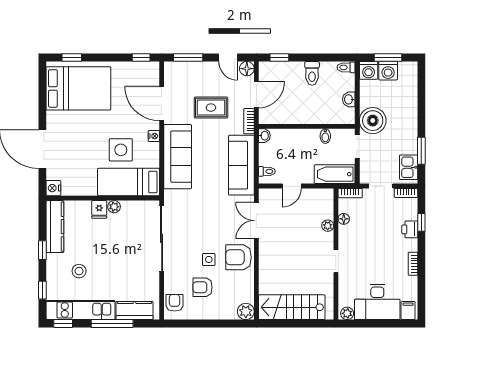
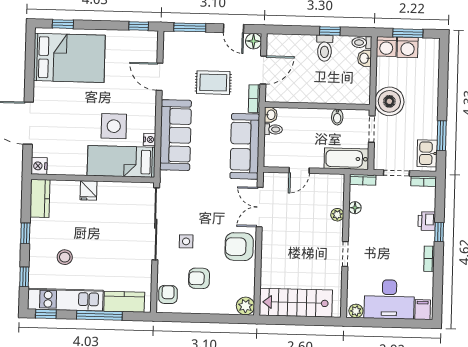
window: (279, 58) -> (330, 31), moved
washbasin: (349, 99) -> (364, 58), moved
door: (162, 104) -> (160, 77), width x0.73
nightstand: (154, 136) -> (150, 139), moved
toilet: (267, 171) -> (273, 129), moved
plant: (114, 207) -> (105, 188), removed
window: (421, 222) -> (439, 232), moved
kitchen counter: (55, 227) -> (40, 198), width x0.67
side table: (209, 259) -> (186, 241), moved

